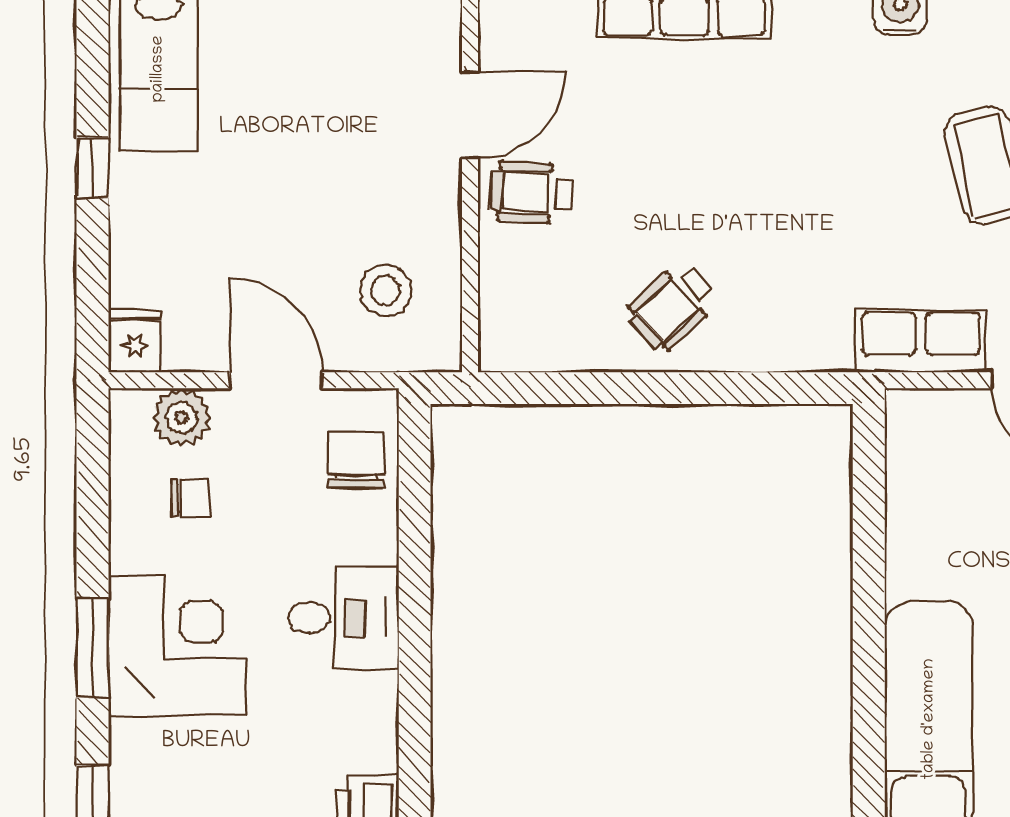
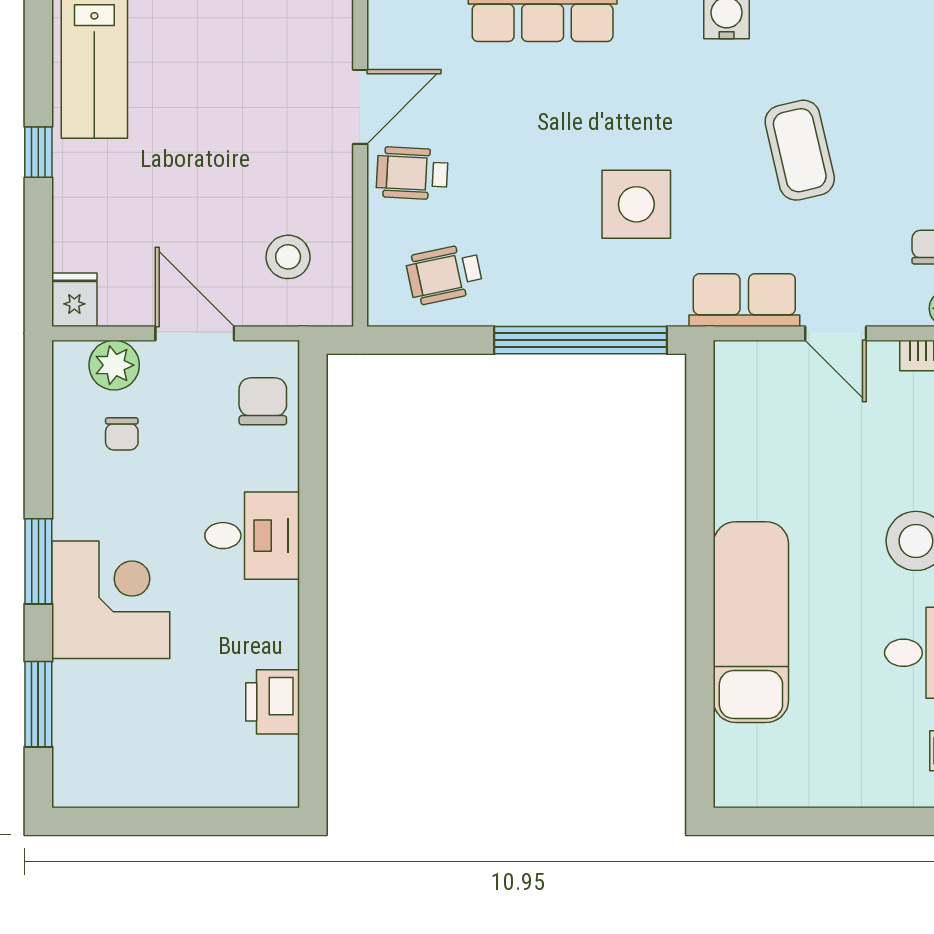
side table: (794, 229) -> (636, 204), added
wheelchair: (672, 307) -> (444, 274), moved, turned 31
window: (729, 388) -> (581, 340), added
chair: (190, 498) -> (122, 434), turned 90
corner desk: (177, 645) -> (111, 600), moved

